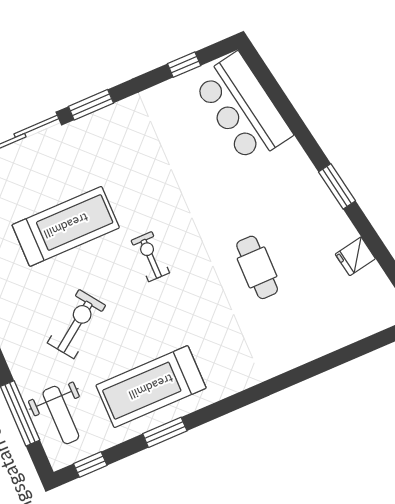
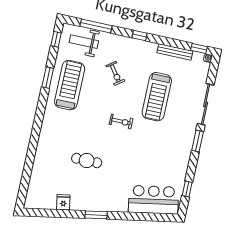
exercise bike: (76, 324) -> (115, 73), width x0.73, depth x0.72

